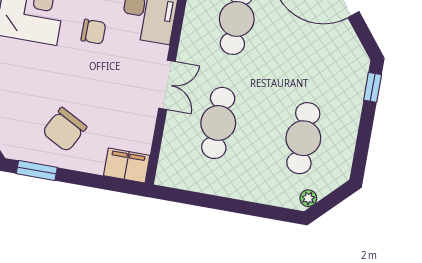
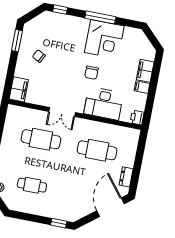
chair: (64, 130) -> (39, 56), width x0.54, depth x0.54
cafe table: (303, 138) -> (32, 185), width x0.73, depth x0.74

